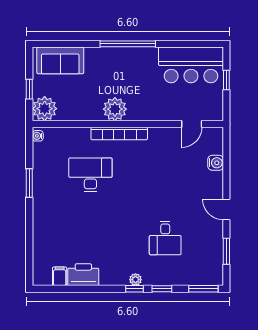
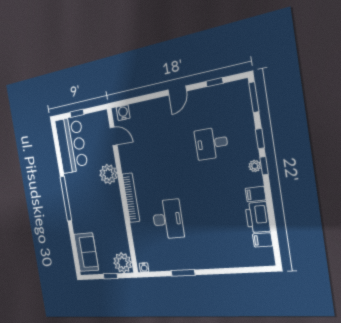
plant: (115, 109) -> (108, 174), moved
water cooler: (216, 163) -> (123, 113), moved
desk: (90, 175) -> (168, 219), turned 180
desk: (165, 238) -> (211, 143), turned 180
window: (226, 251) -> (214, 82), width x0.67
filing cabinet: (107, 276) -> (256, 194), added

